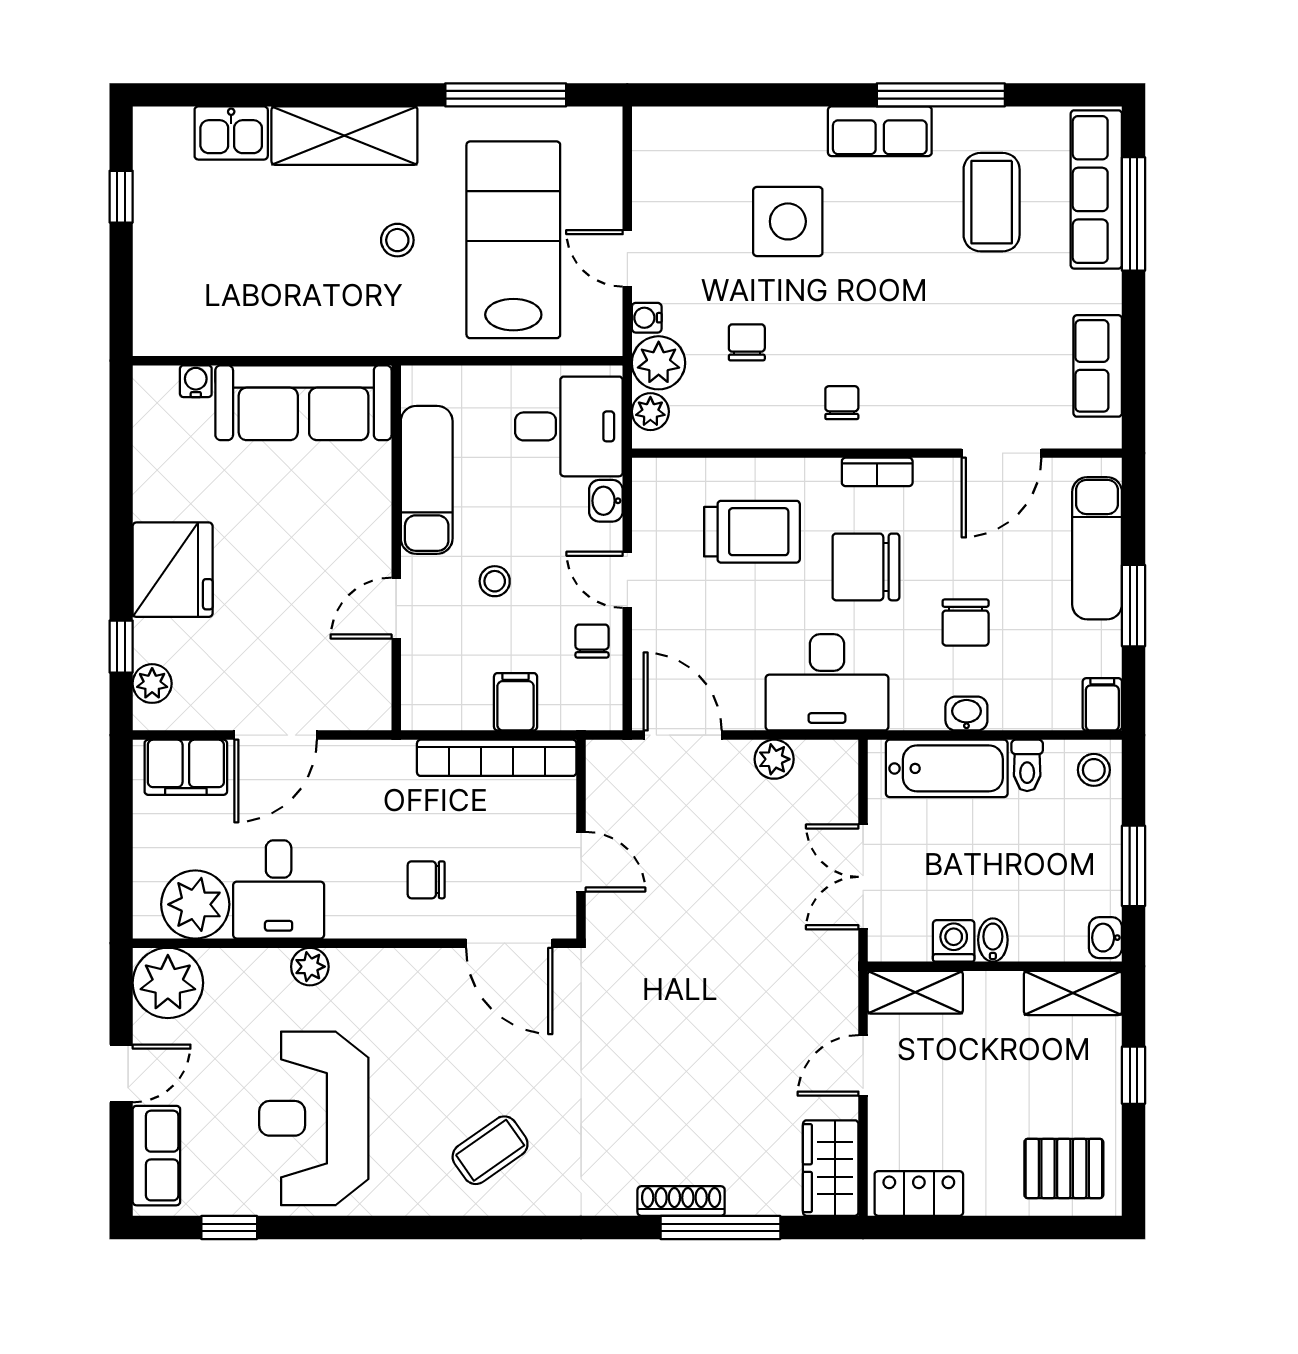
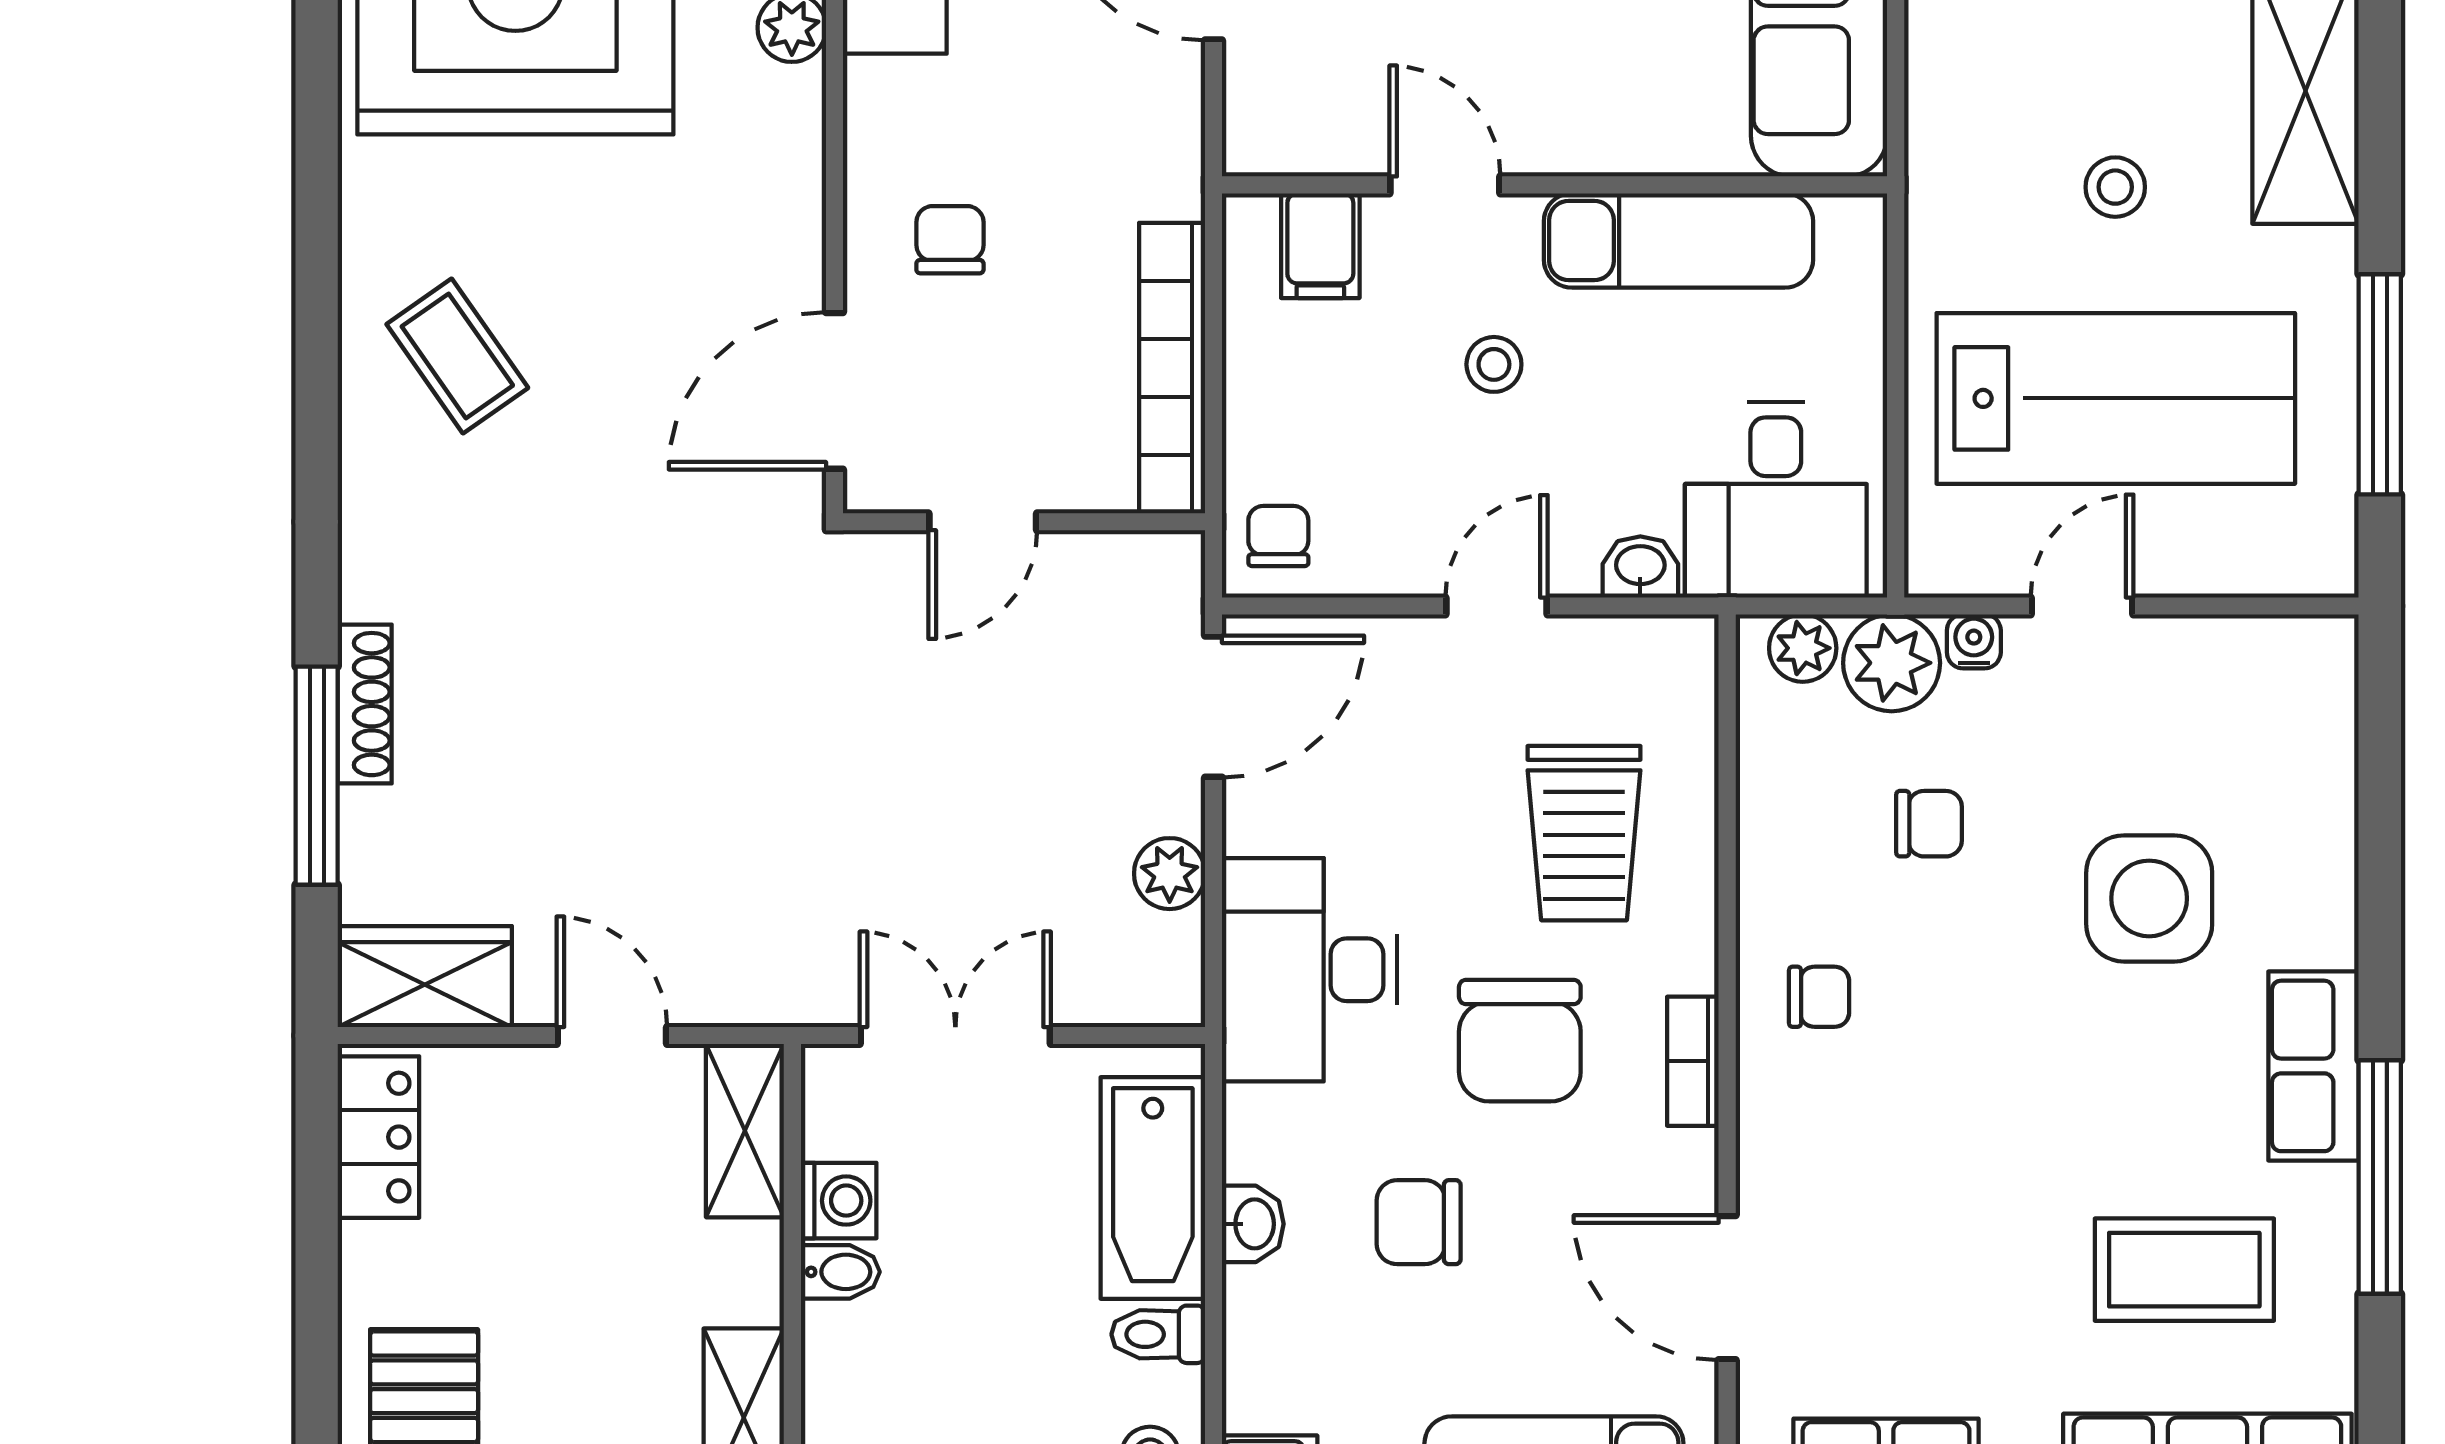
chair: (866, 567) -> (1520, 1041), turned 180
chair: (592, 641) -> (1278, 536), moved, turned -90
filing cabinet: (516, 702) -> (1320, 246), moved, turned 90

